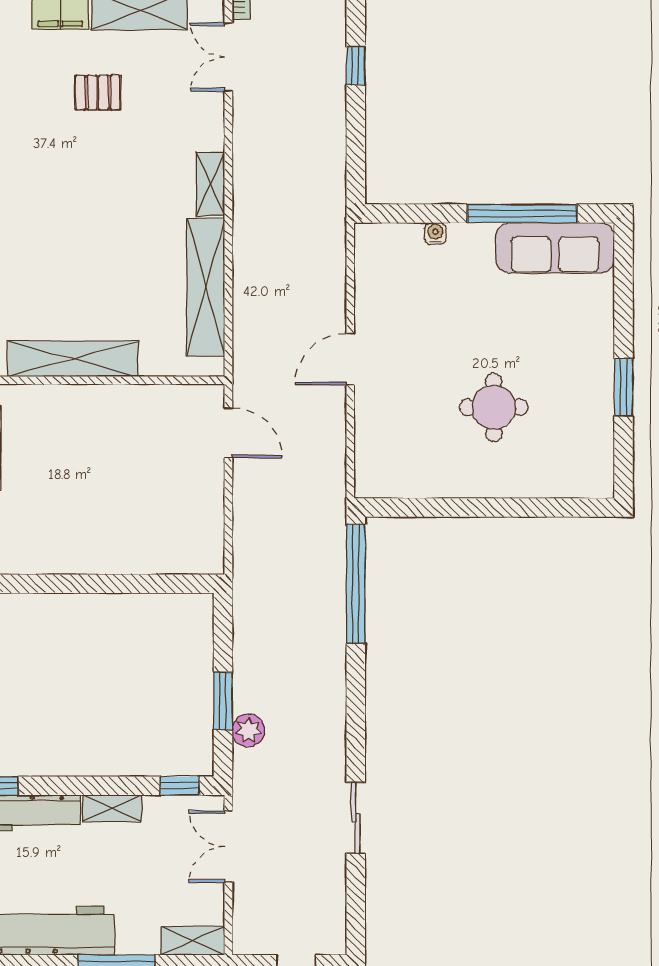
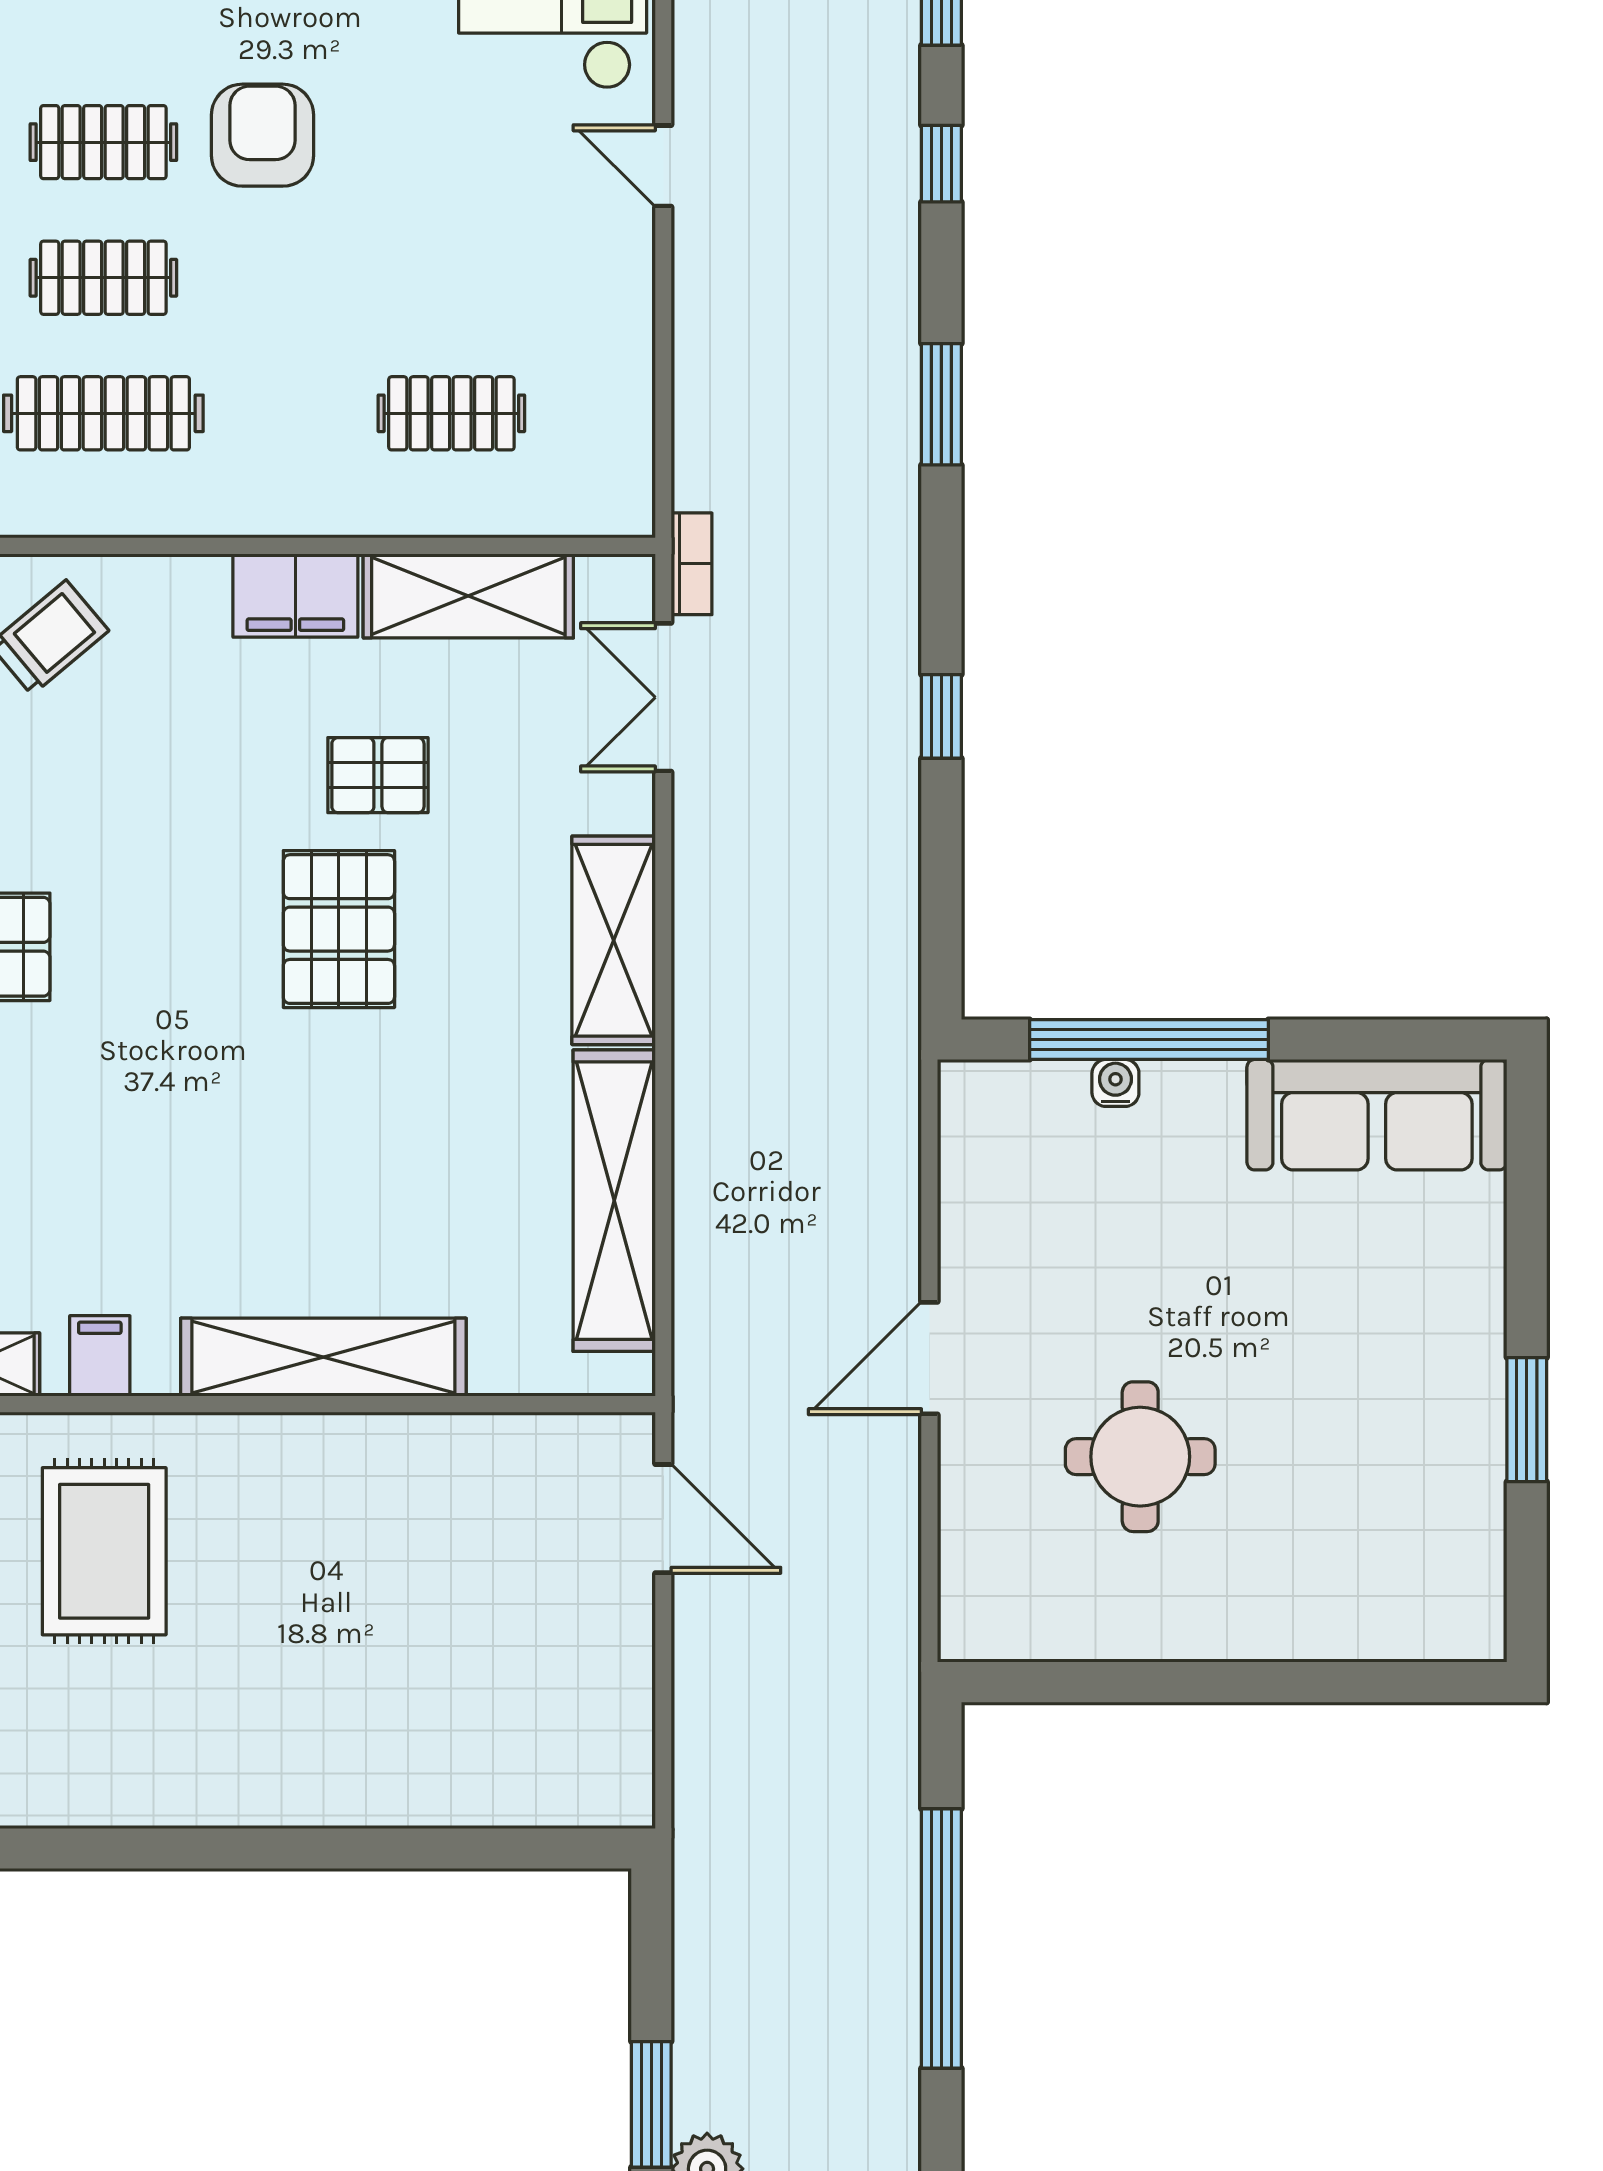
pallet: (80, 163) -> (339, 929), added
shelving: (210, 184) -> (614, 940), width x1.50, depth x1.33
window: (522, 214) -> (1149, 1040), moved
round table: (494, 407) -> (1140, 1457), moved
window: (356, 584) -> (941, 1939), moved

